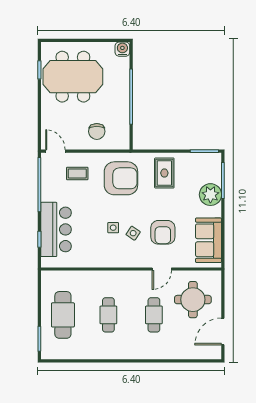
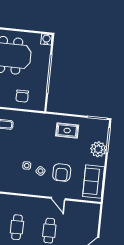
rug: (164, 173) -> (67, 130), turned 90
armchair: (121, 178) -> (36, 131), removed
door: (162, 269) -> (58, 199), hinge flipped
round table: (193, 300) -> (78, 223), removed

